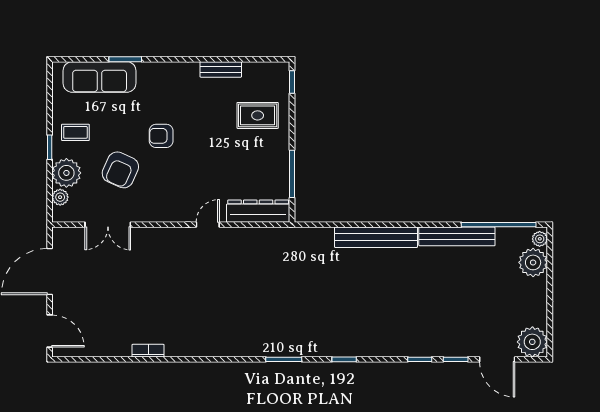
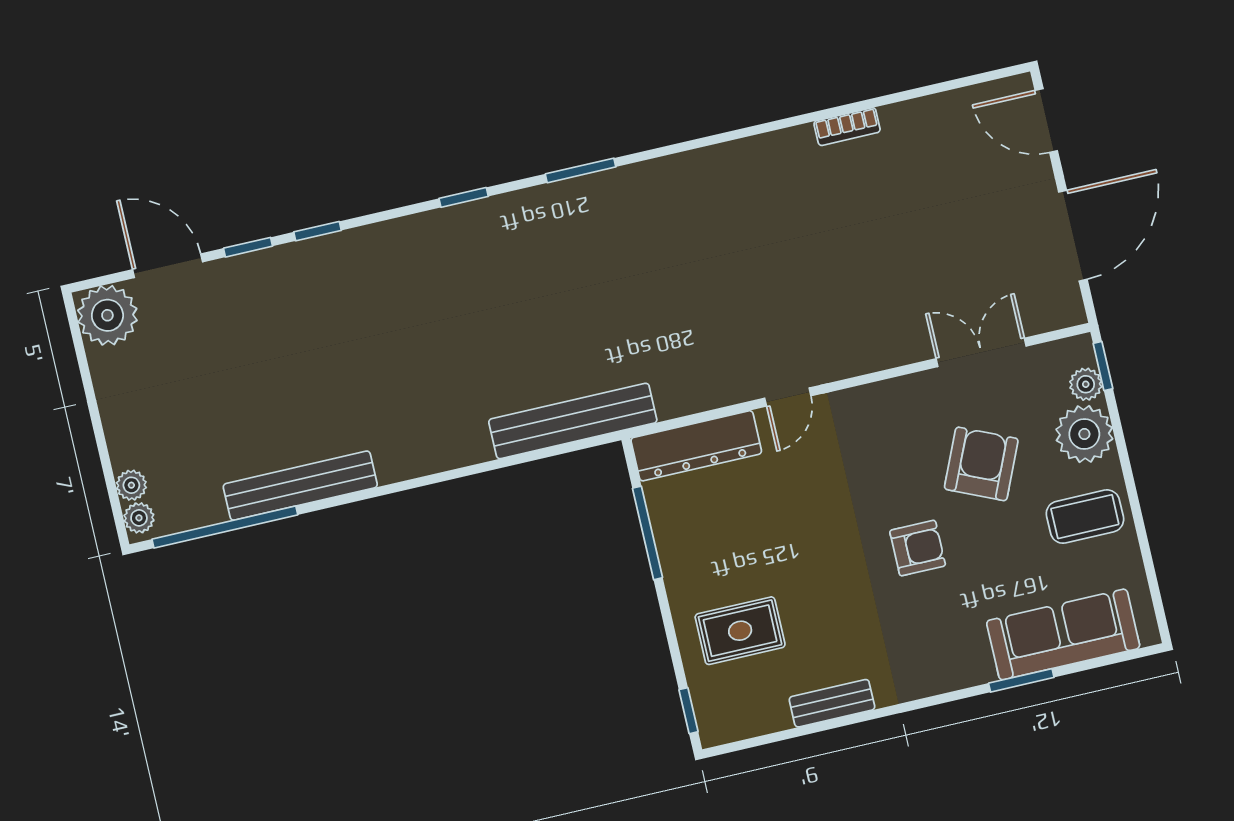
coffee table: (75, 132) -> (1085, 517), width x1.36, depth x1.30
window: (50, 147) -> (1103, 366), moved
bench: (376, 237) -> (573, 421), moved
plant: (533, 262) -> (131, 485), width x0.53, depth x0.53

